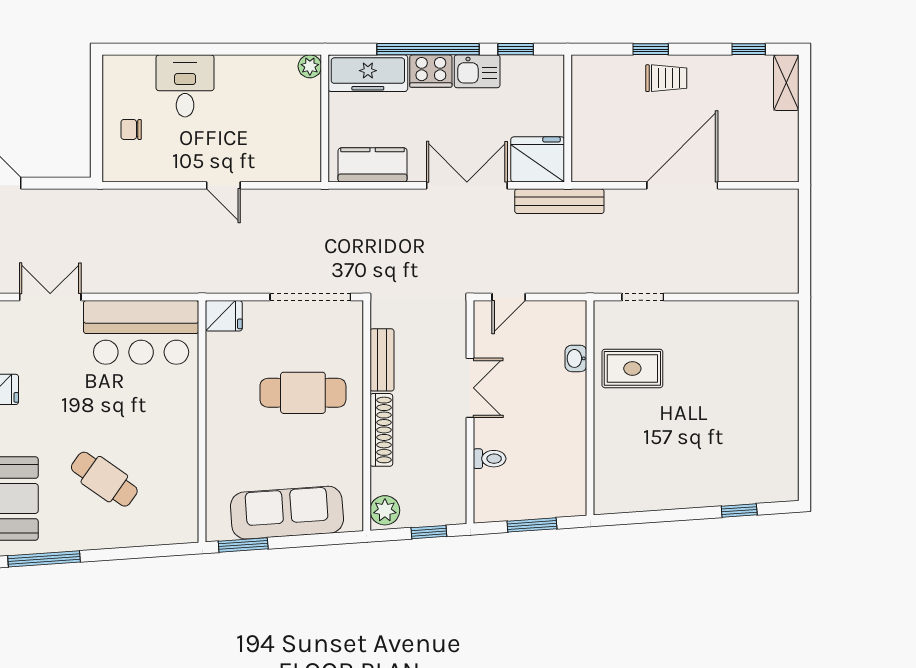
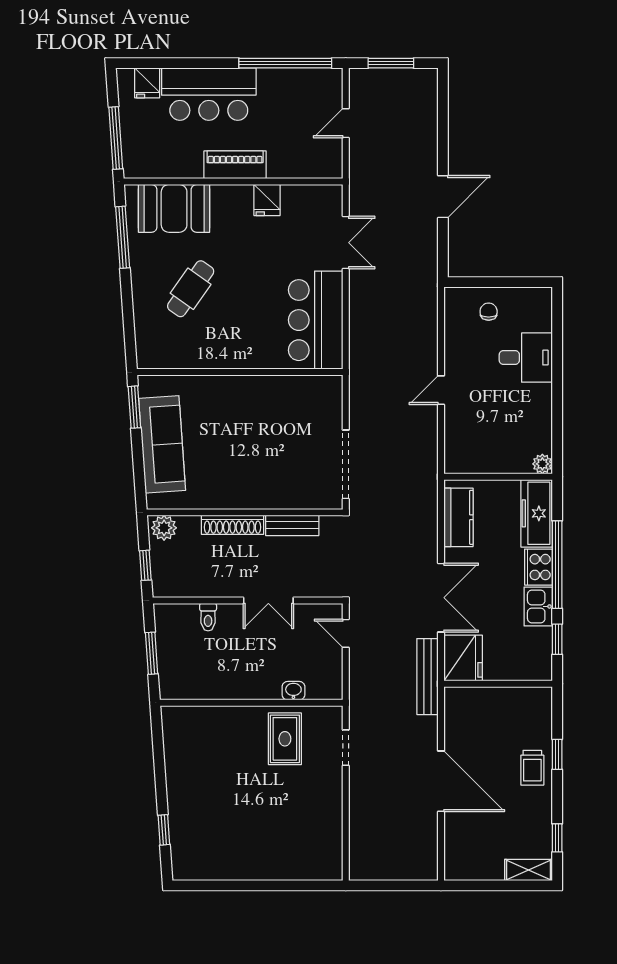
fridge: (224, 316) -> (330, 390), removed
cafe table: (303, 393) -> (264, 458), removed

